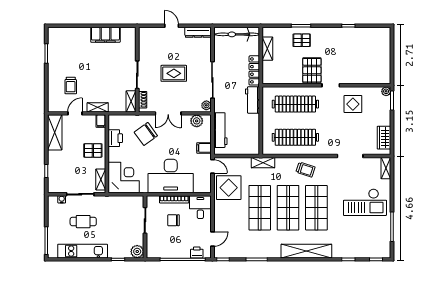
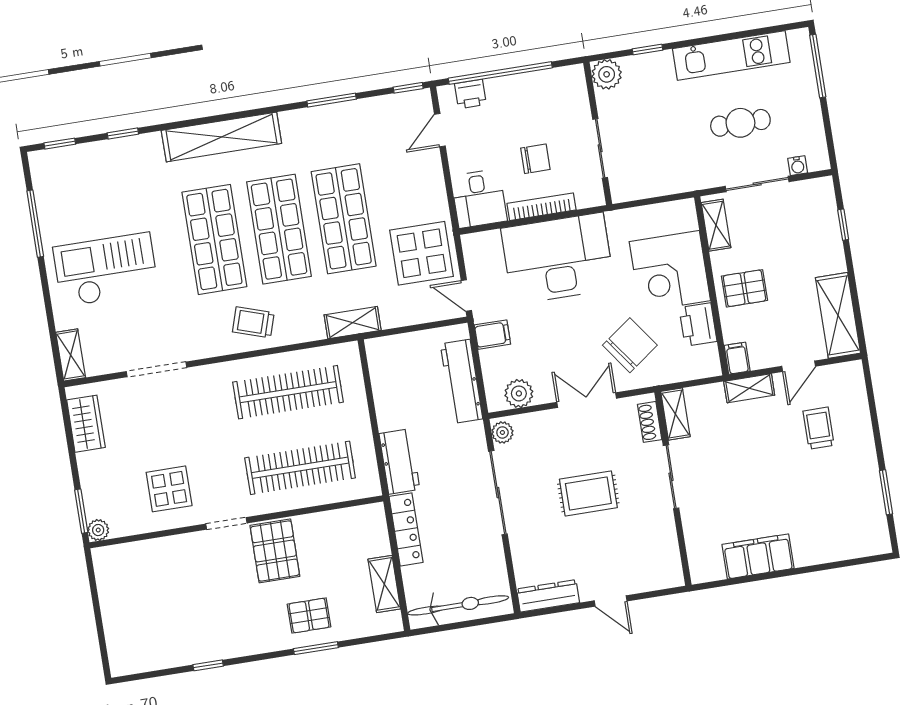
corner desk: (124, 177) -> (670, 271), moved

